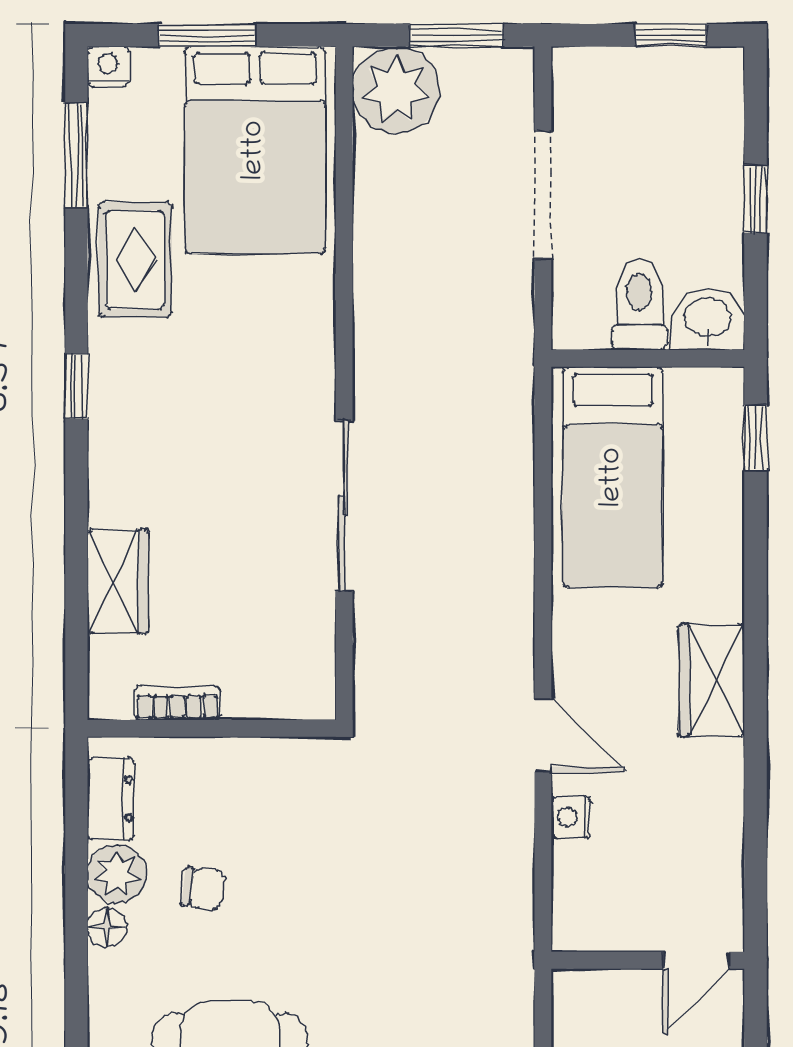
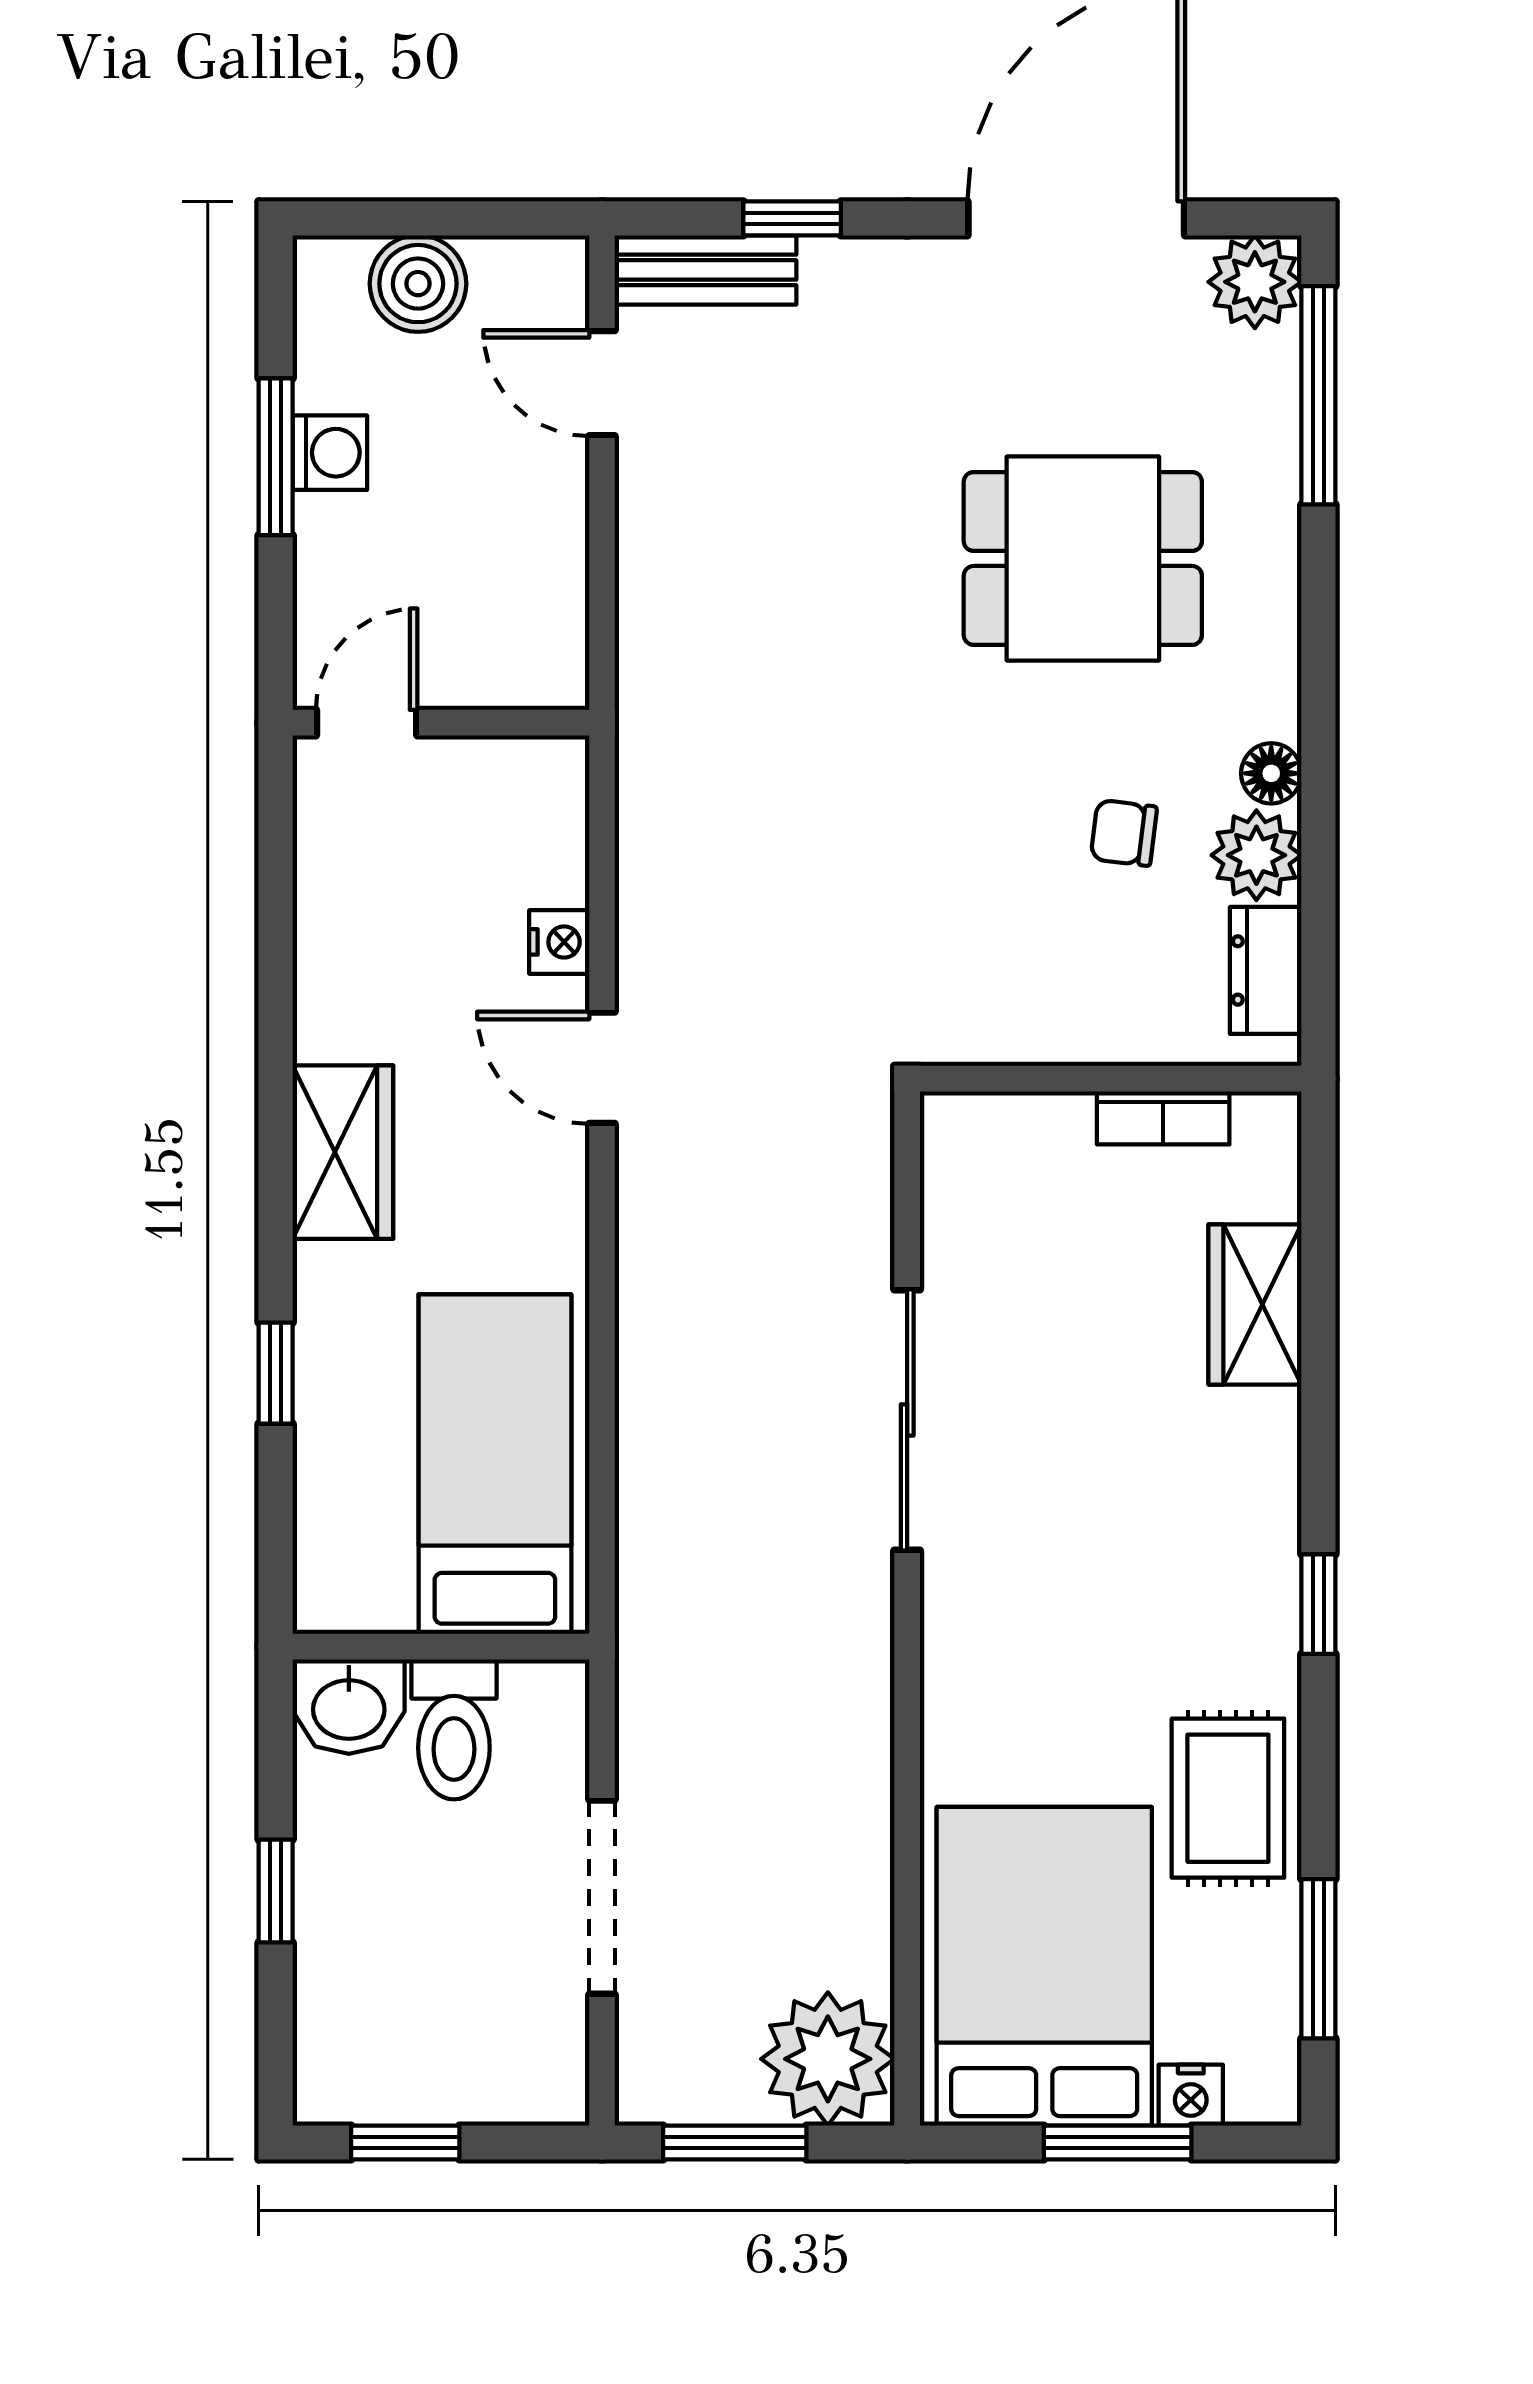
nightstand: (108, 66) -> (1191, 2095), moved
window: (756, 438) -> (276, 1373), moved

